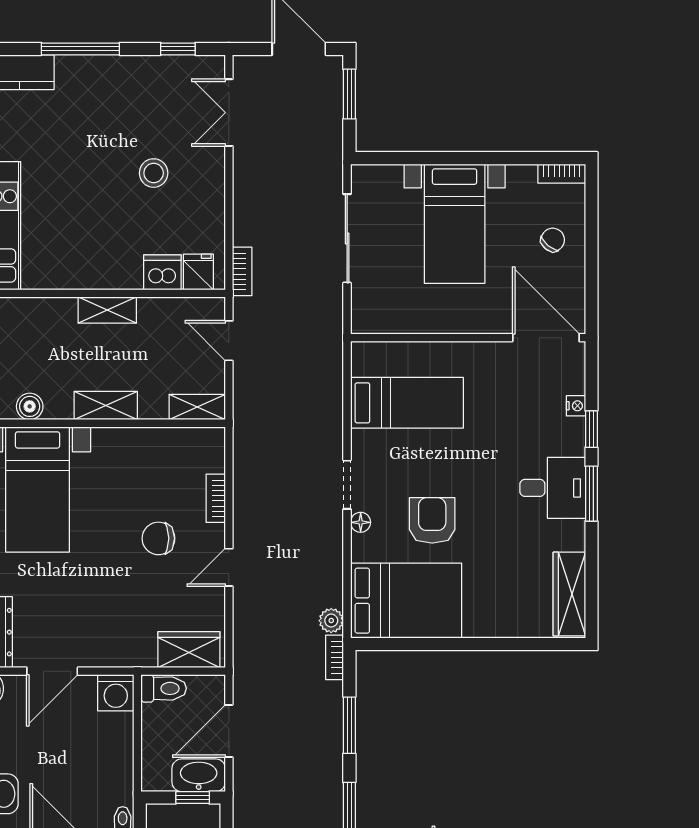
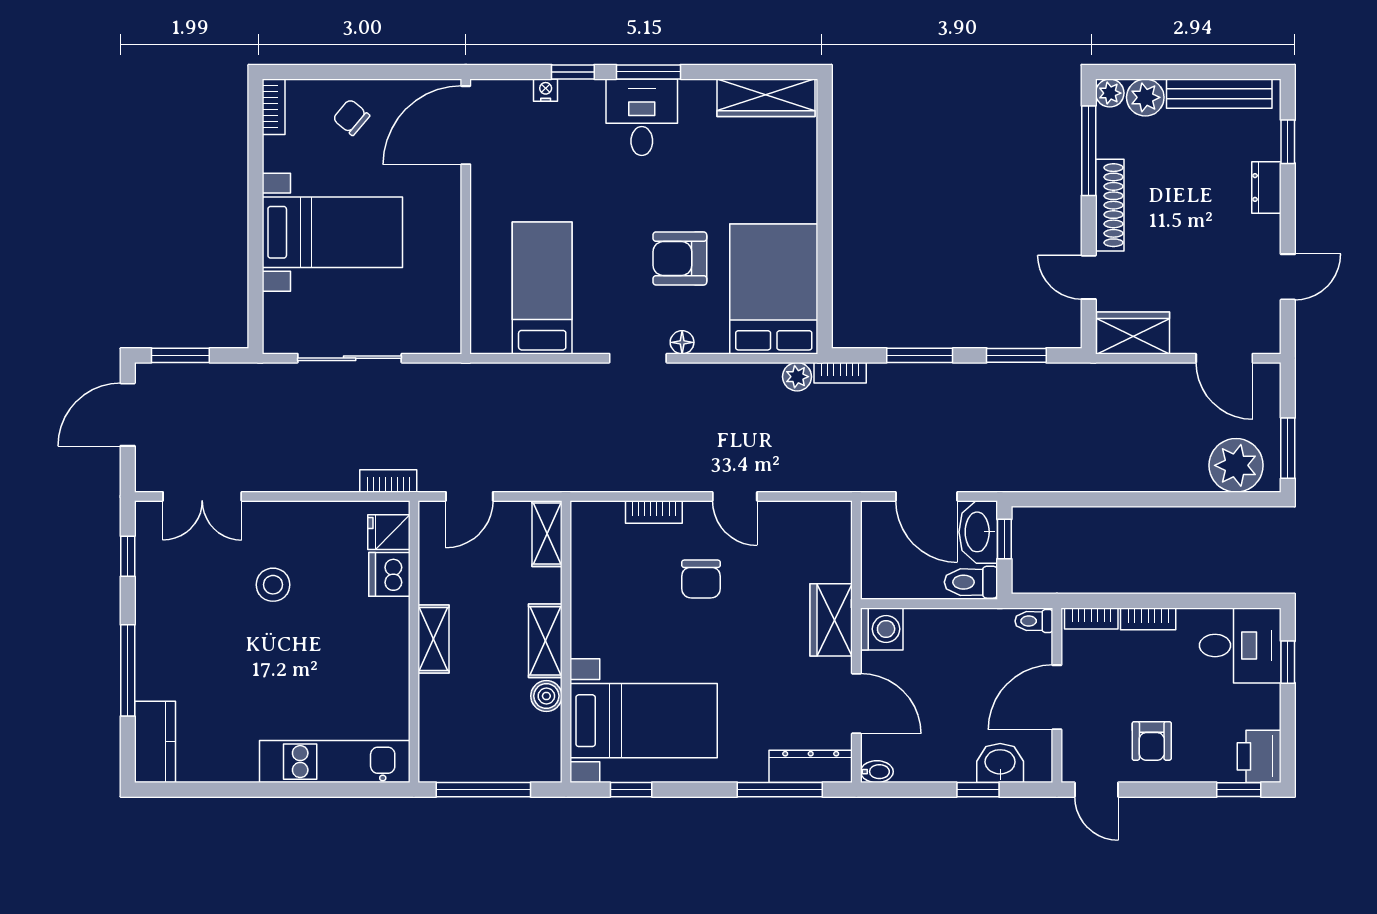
boiler: (30, 406) -> (546, 696), moved
wardrobe: (189, 650) -> (831, 620), moved
toilet: (164, 688) -> (971, 582), moved, turned -90

